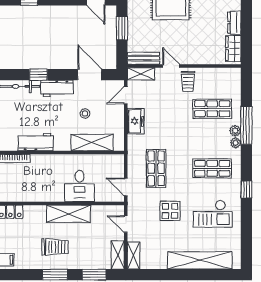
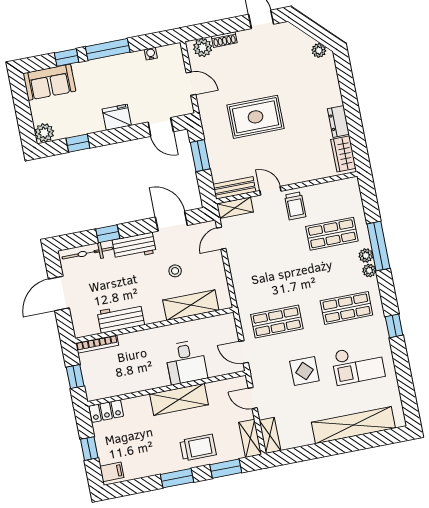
freezer: (136, 121) -> (240, 268), removed
shop shelf: (156, 168) -> (277, 322), turned 90
trolley: (55, 247) -> (198, 448), moved

